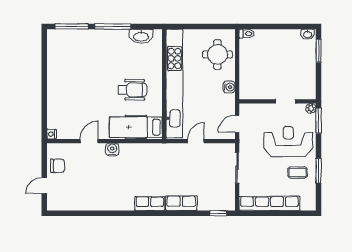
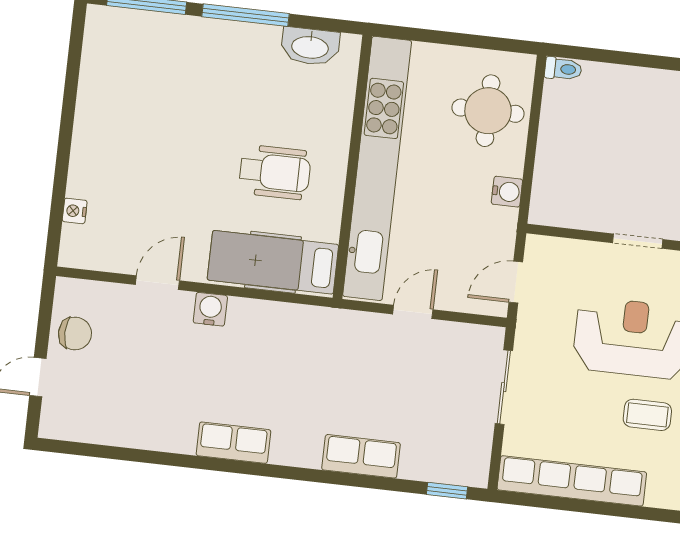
nightstand: (52, 134) -> (75, 211), moved
row of seats: (150, 203) -> (233, 443), moved

